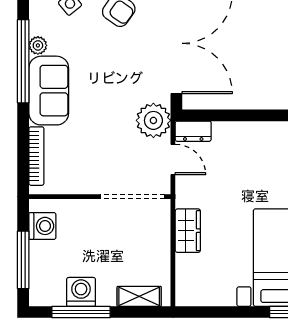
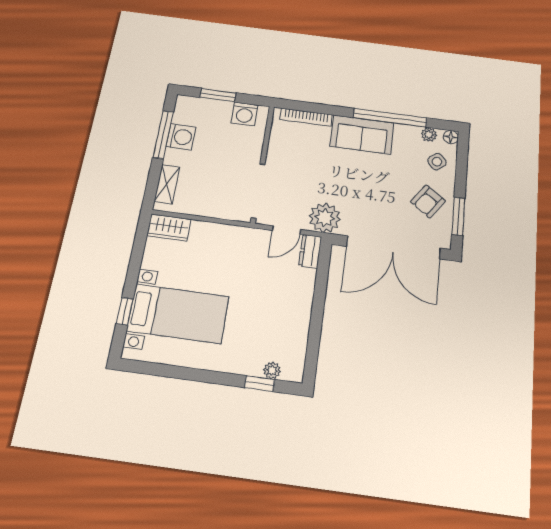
plant: (38, 45) -> (429, 135), moved
wardrobe: (188, 231) -> (169, 227), moved
window: (23, 260) -> (218, 95), width x0.69

